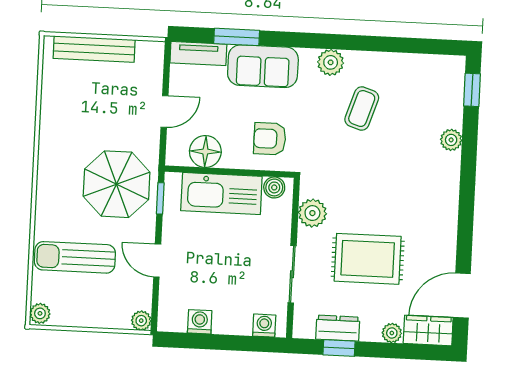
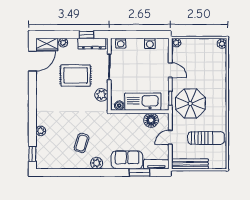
bench: (94, 49) -> (190, 164), moved
armchair: (270, 139) -> (122, 127), removed
sun lounger: (75, 257) -> (206, 138), moved
dresser: (338, 328) -> (92, 44), width x1.44

